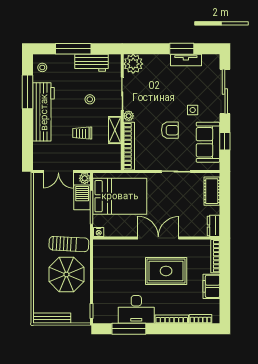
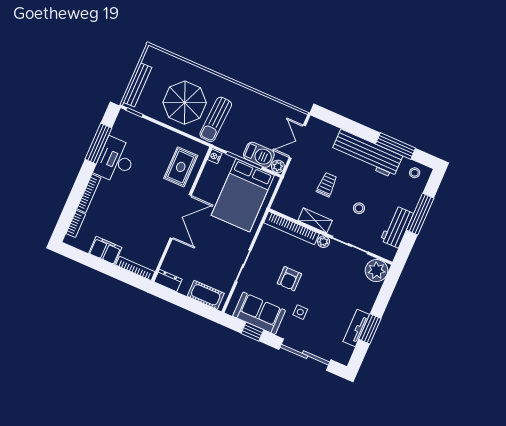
rug: (166, 271) -> (181, 167), moved, width x0.73, depth x0.70
bench: (52, 318) -> (137, 85), moved

